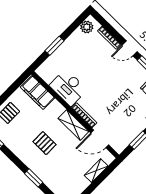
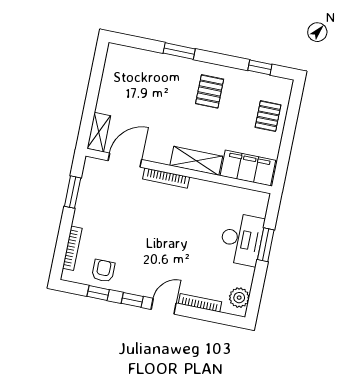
desk: (68, 88) -> (242, 239), moved, turned 90
shelving: (73, 125) -> (196, 161), moved
pallet: (45, 143) -> (210, 91), moved, turned 90
shelving: (96, 171) -> (99, 132), moved

